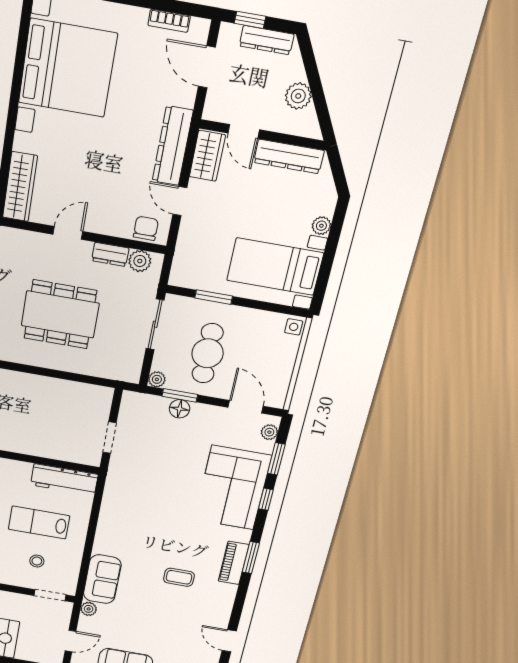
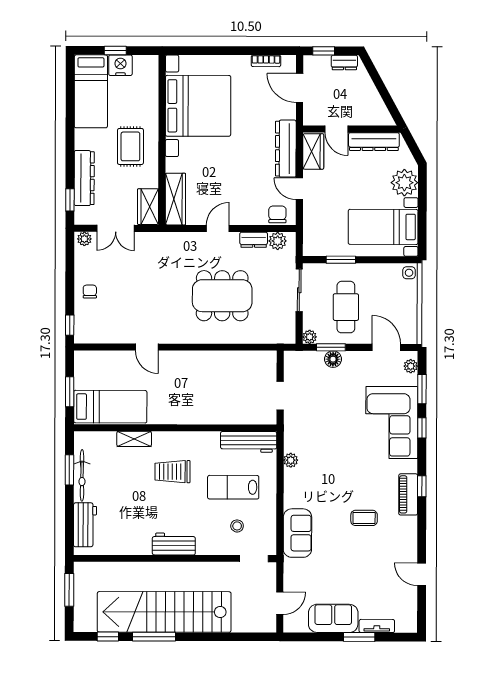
dresser: (267, 40) -> (344, 62), width x0.70
plant: (298, 96) -> (370, 97), removed
plant: (321, 226) -> (404, 183), width x1.87, depth x1.87
window: (251, 557) -> (422, 486), width x0.67
plant: (89, 609) -> (291, 460), moved

